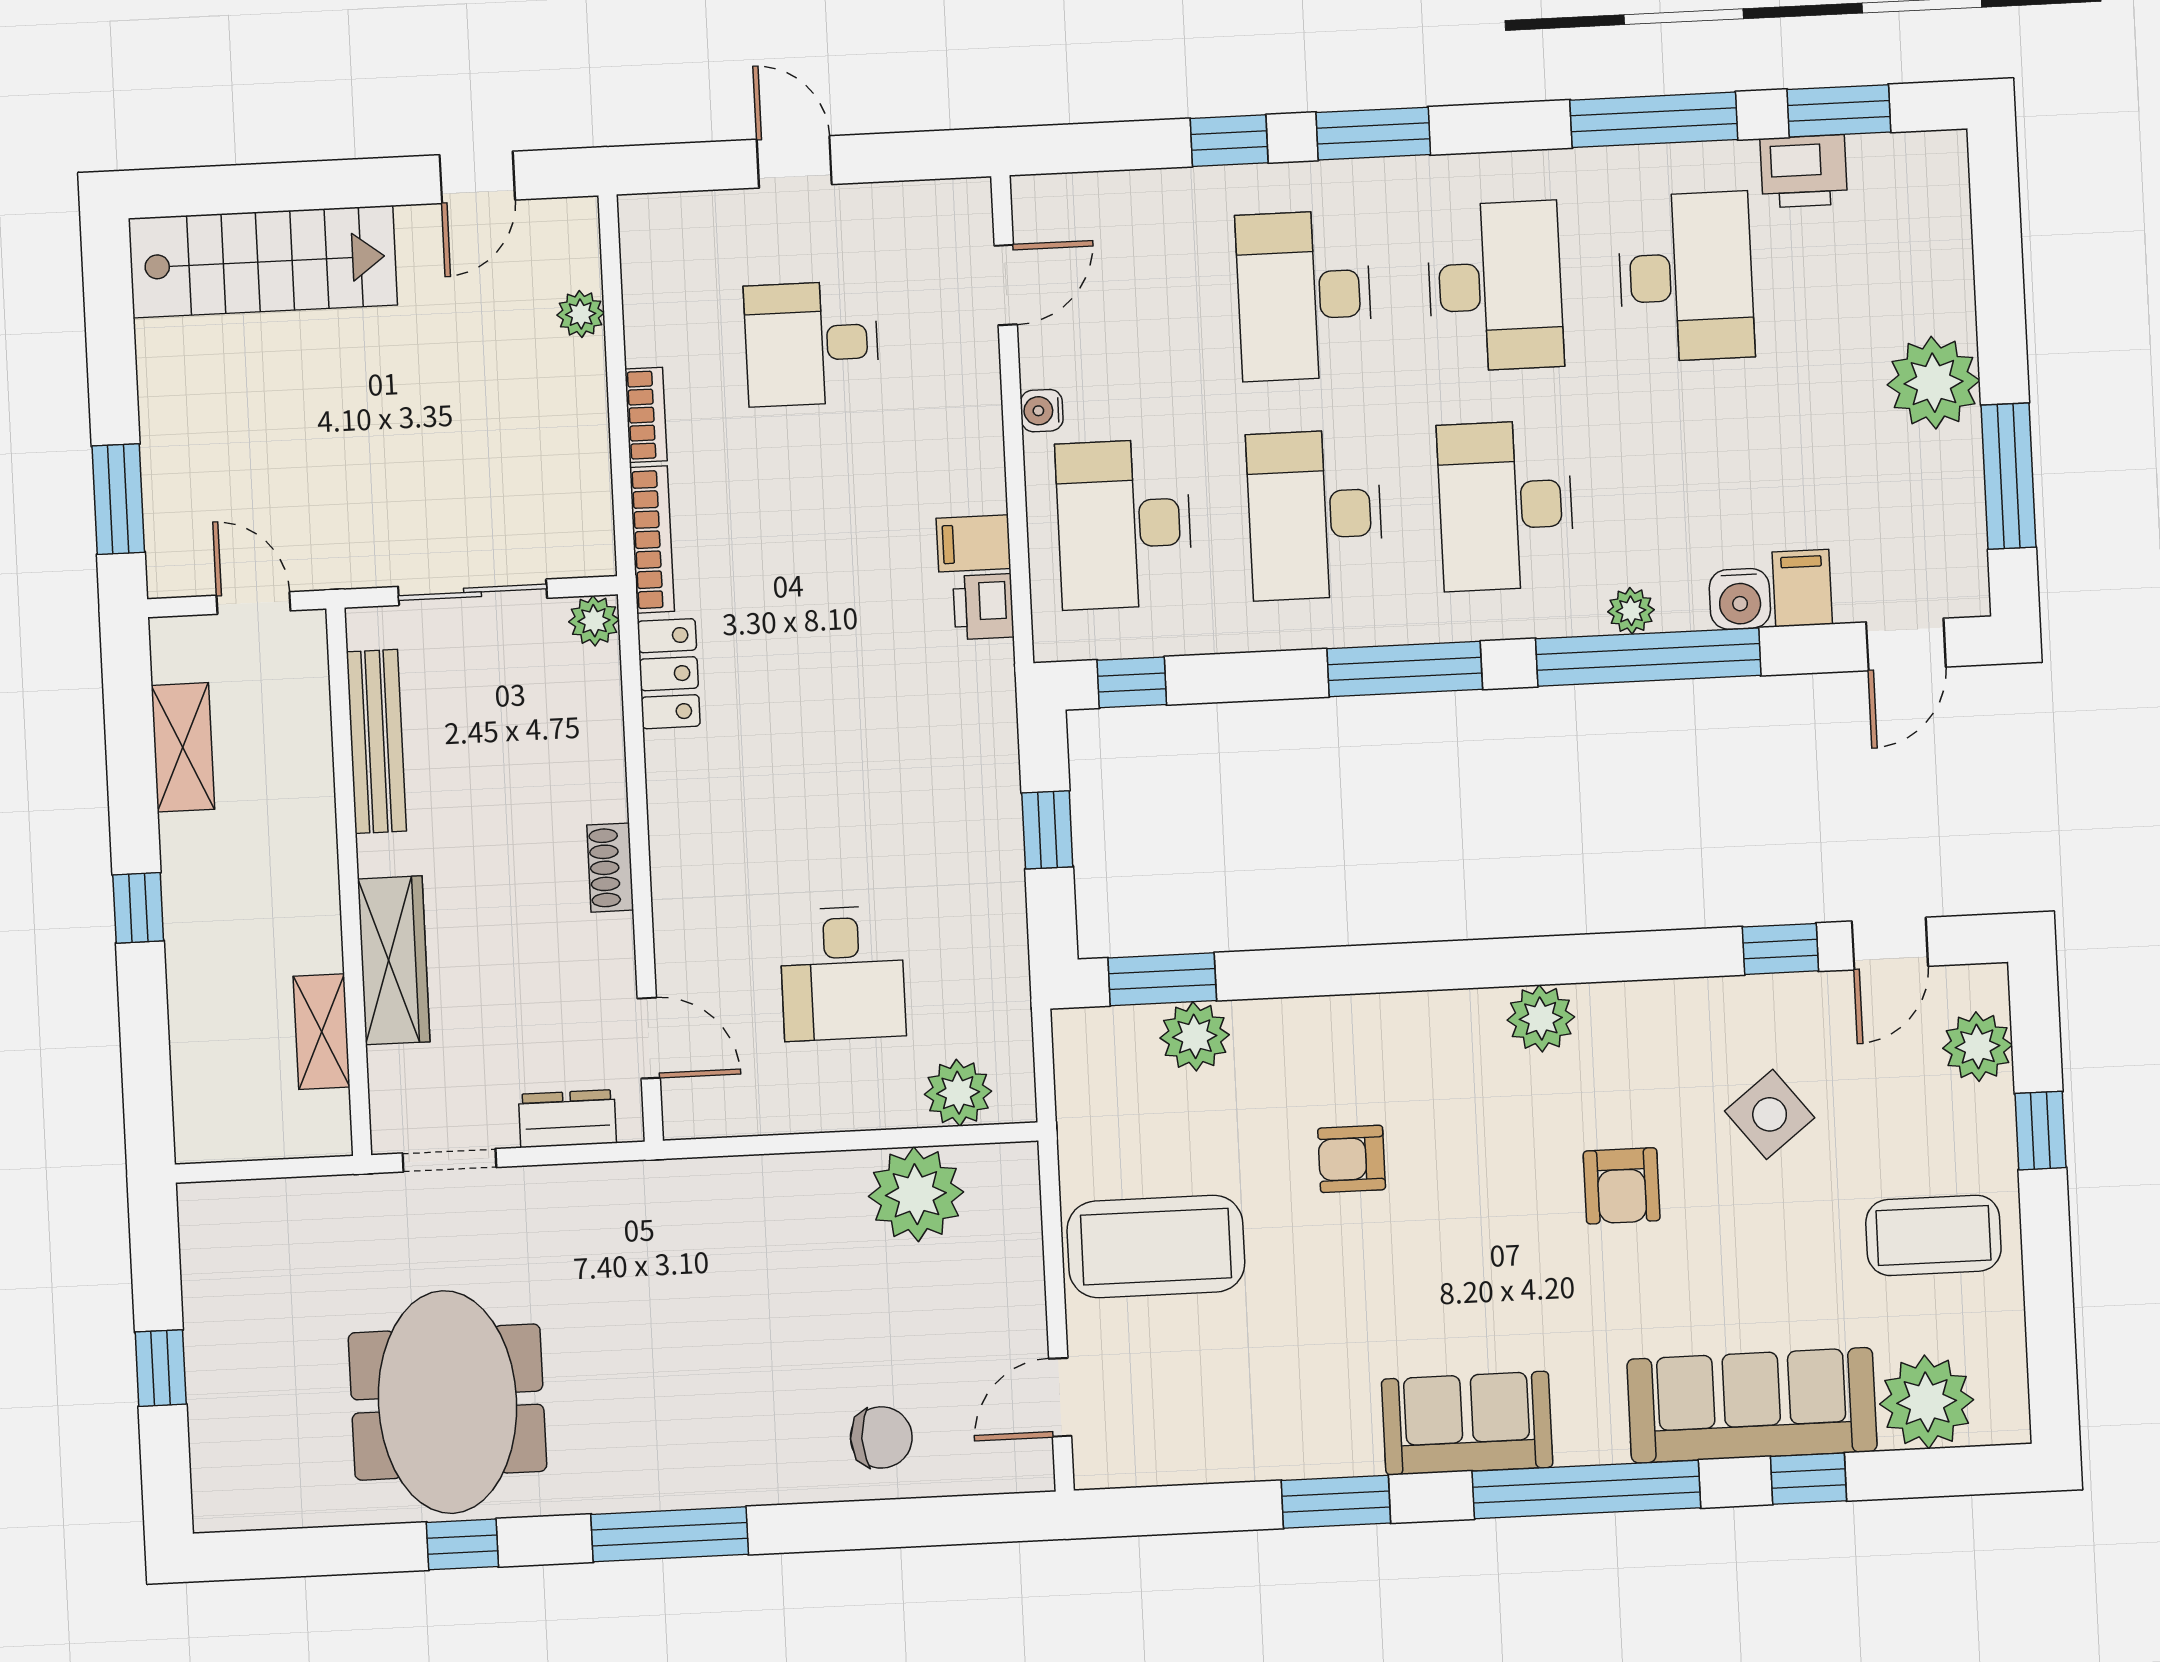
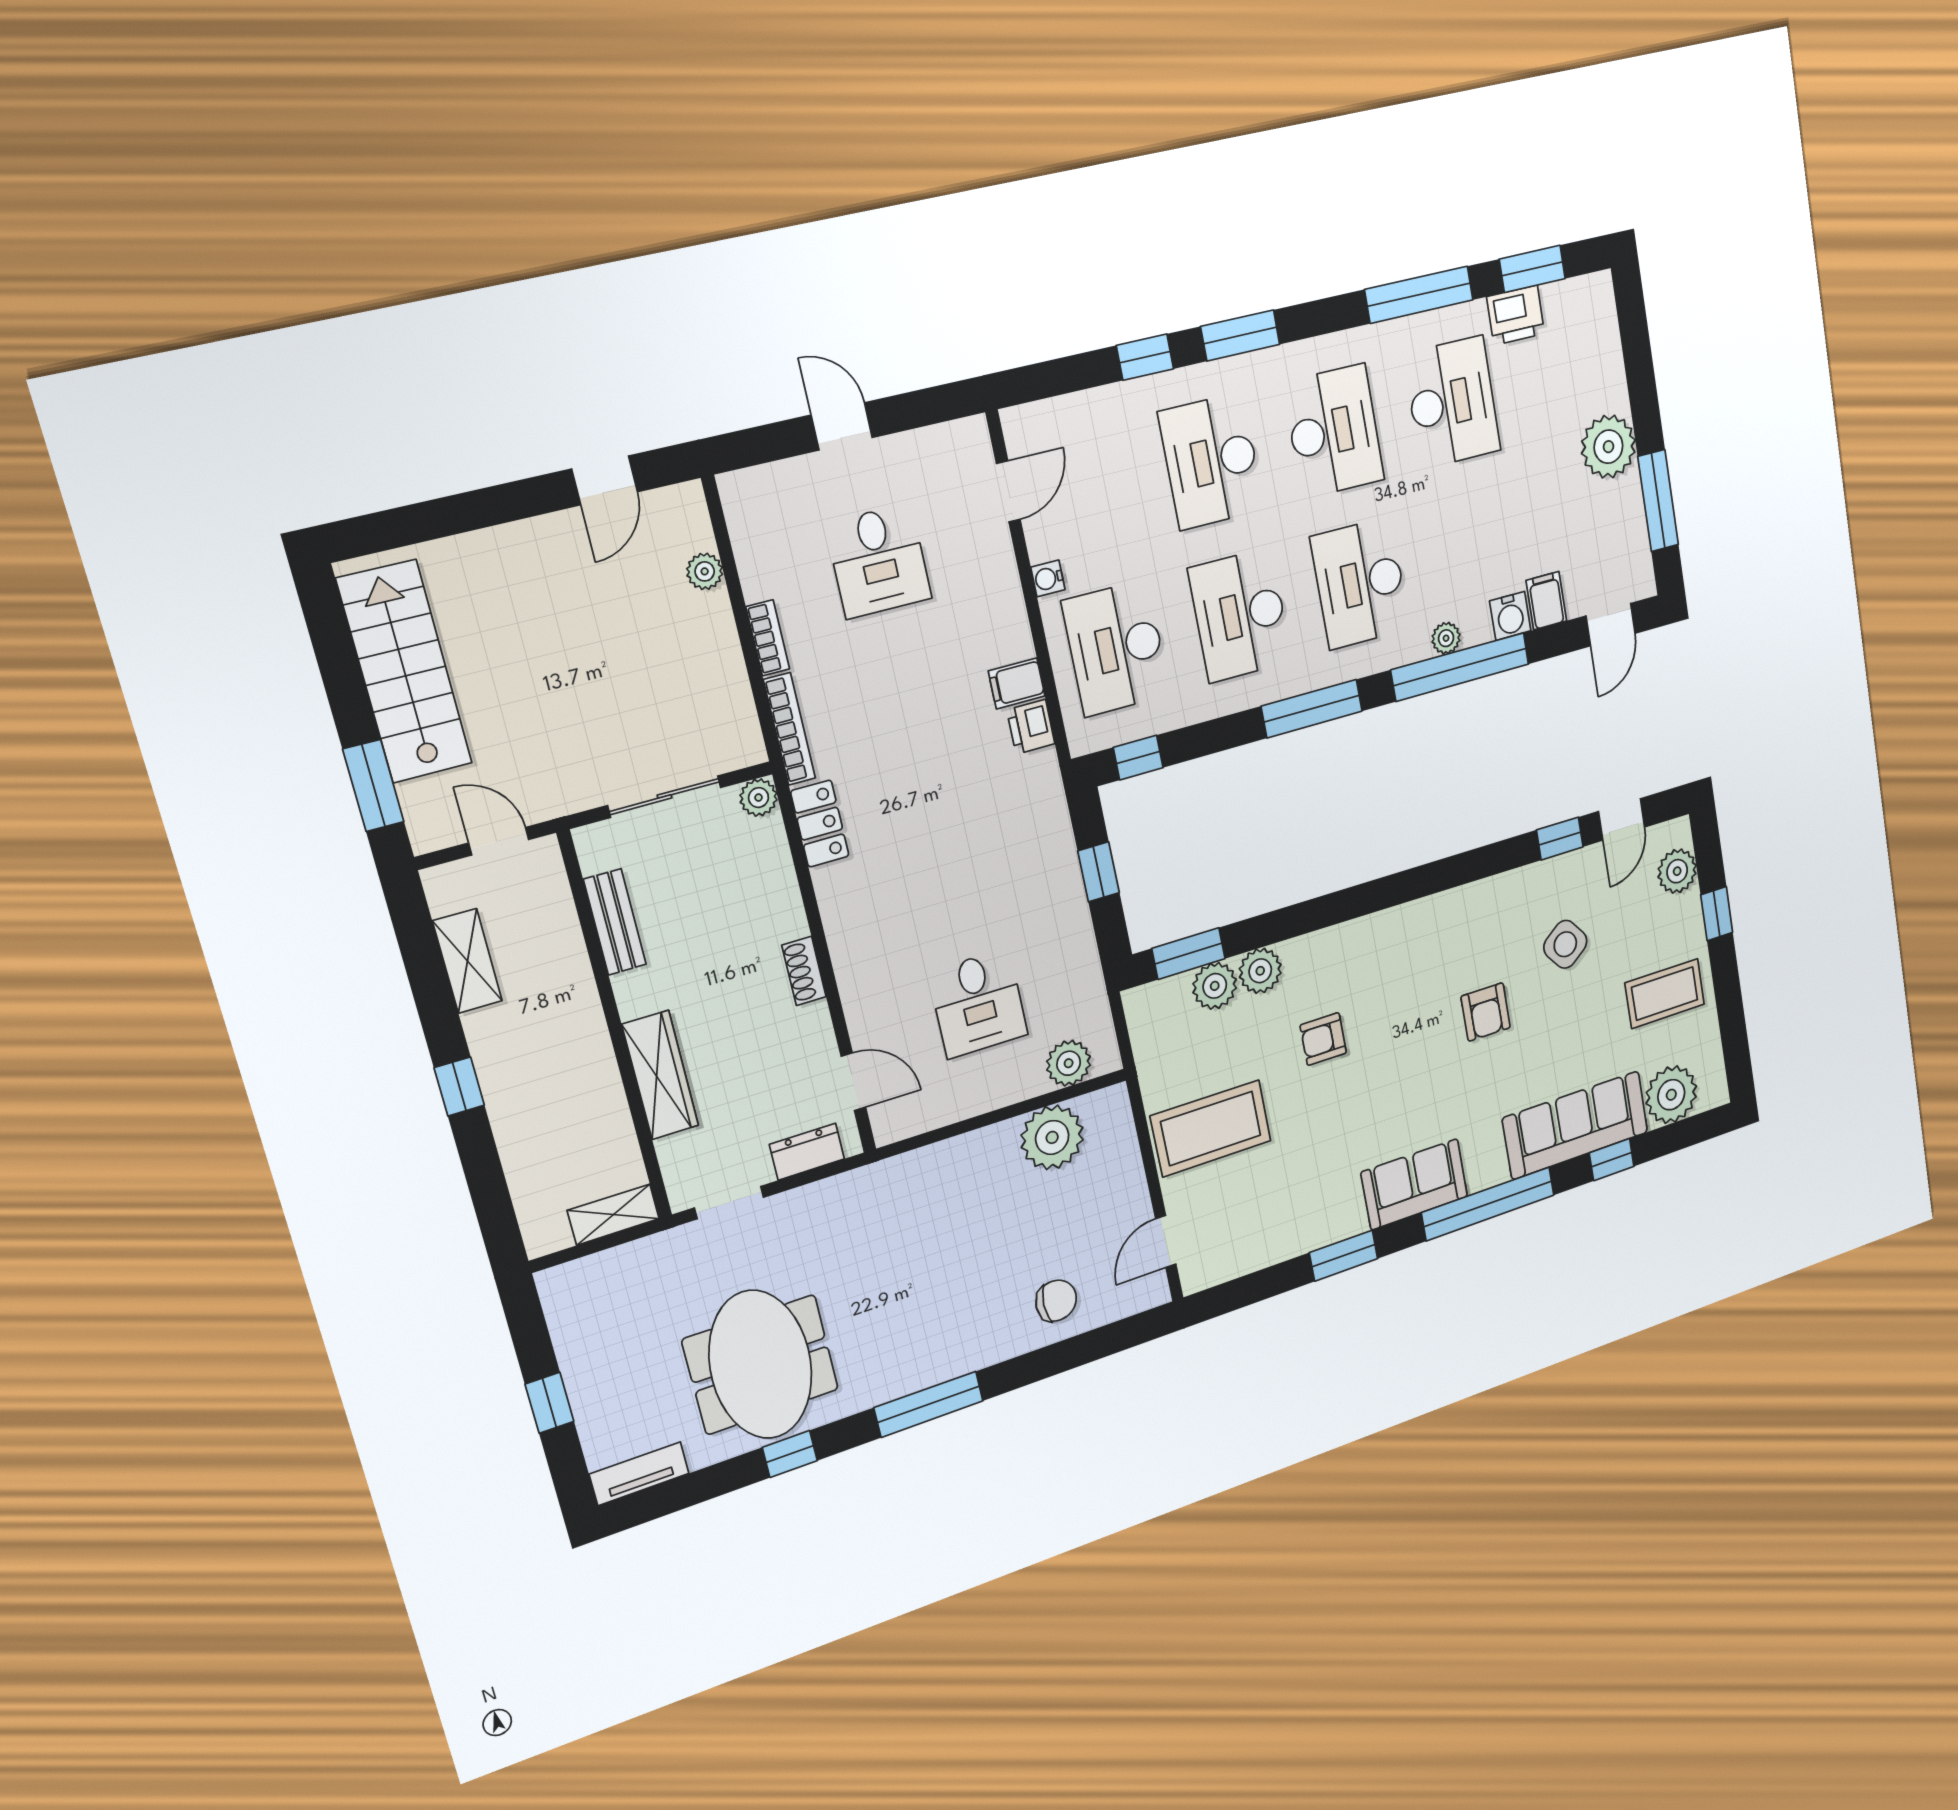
stairs: (263, 262) -> (405, 672), moved, turned -90
desk: (812, 344) -> (879, 561), turned -90
bench: (376, 741) -> (615, 922), width x0.73
plant: (1541, 1018) -> (1260, 971), moved
shelving: (322, 1032) -> (613, 1215), moved, turned 90
tv unit: (256, 1506) -> (639, 1474), added

